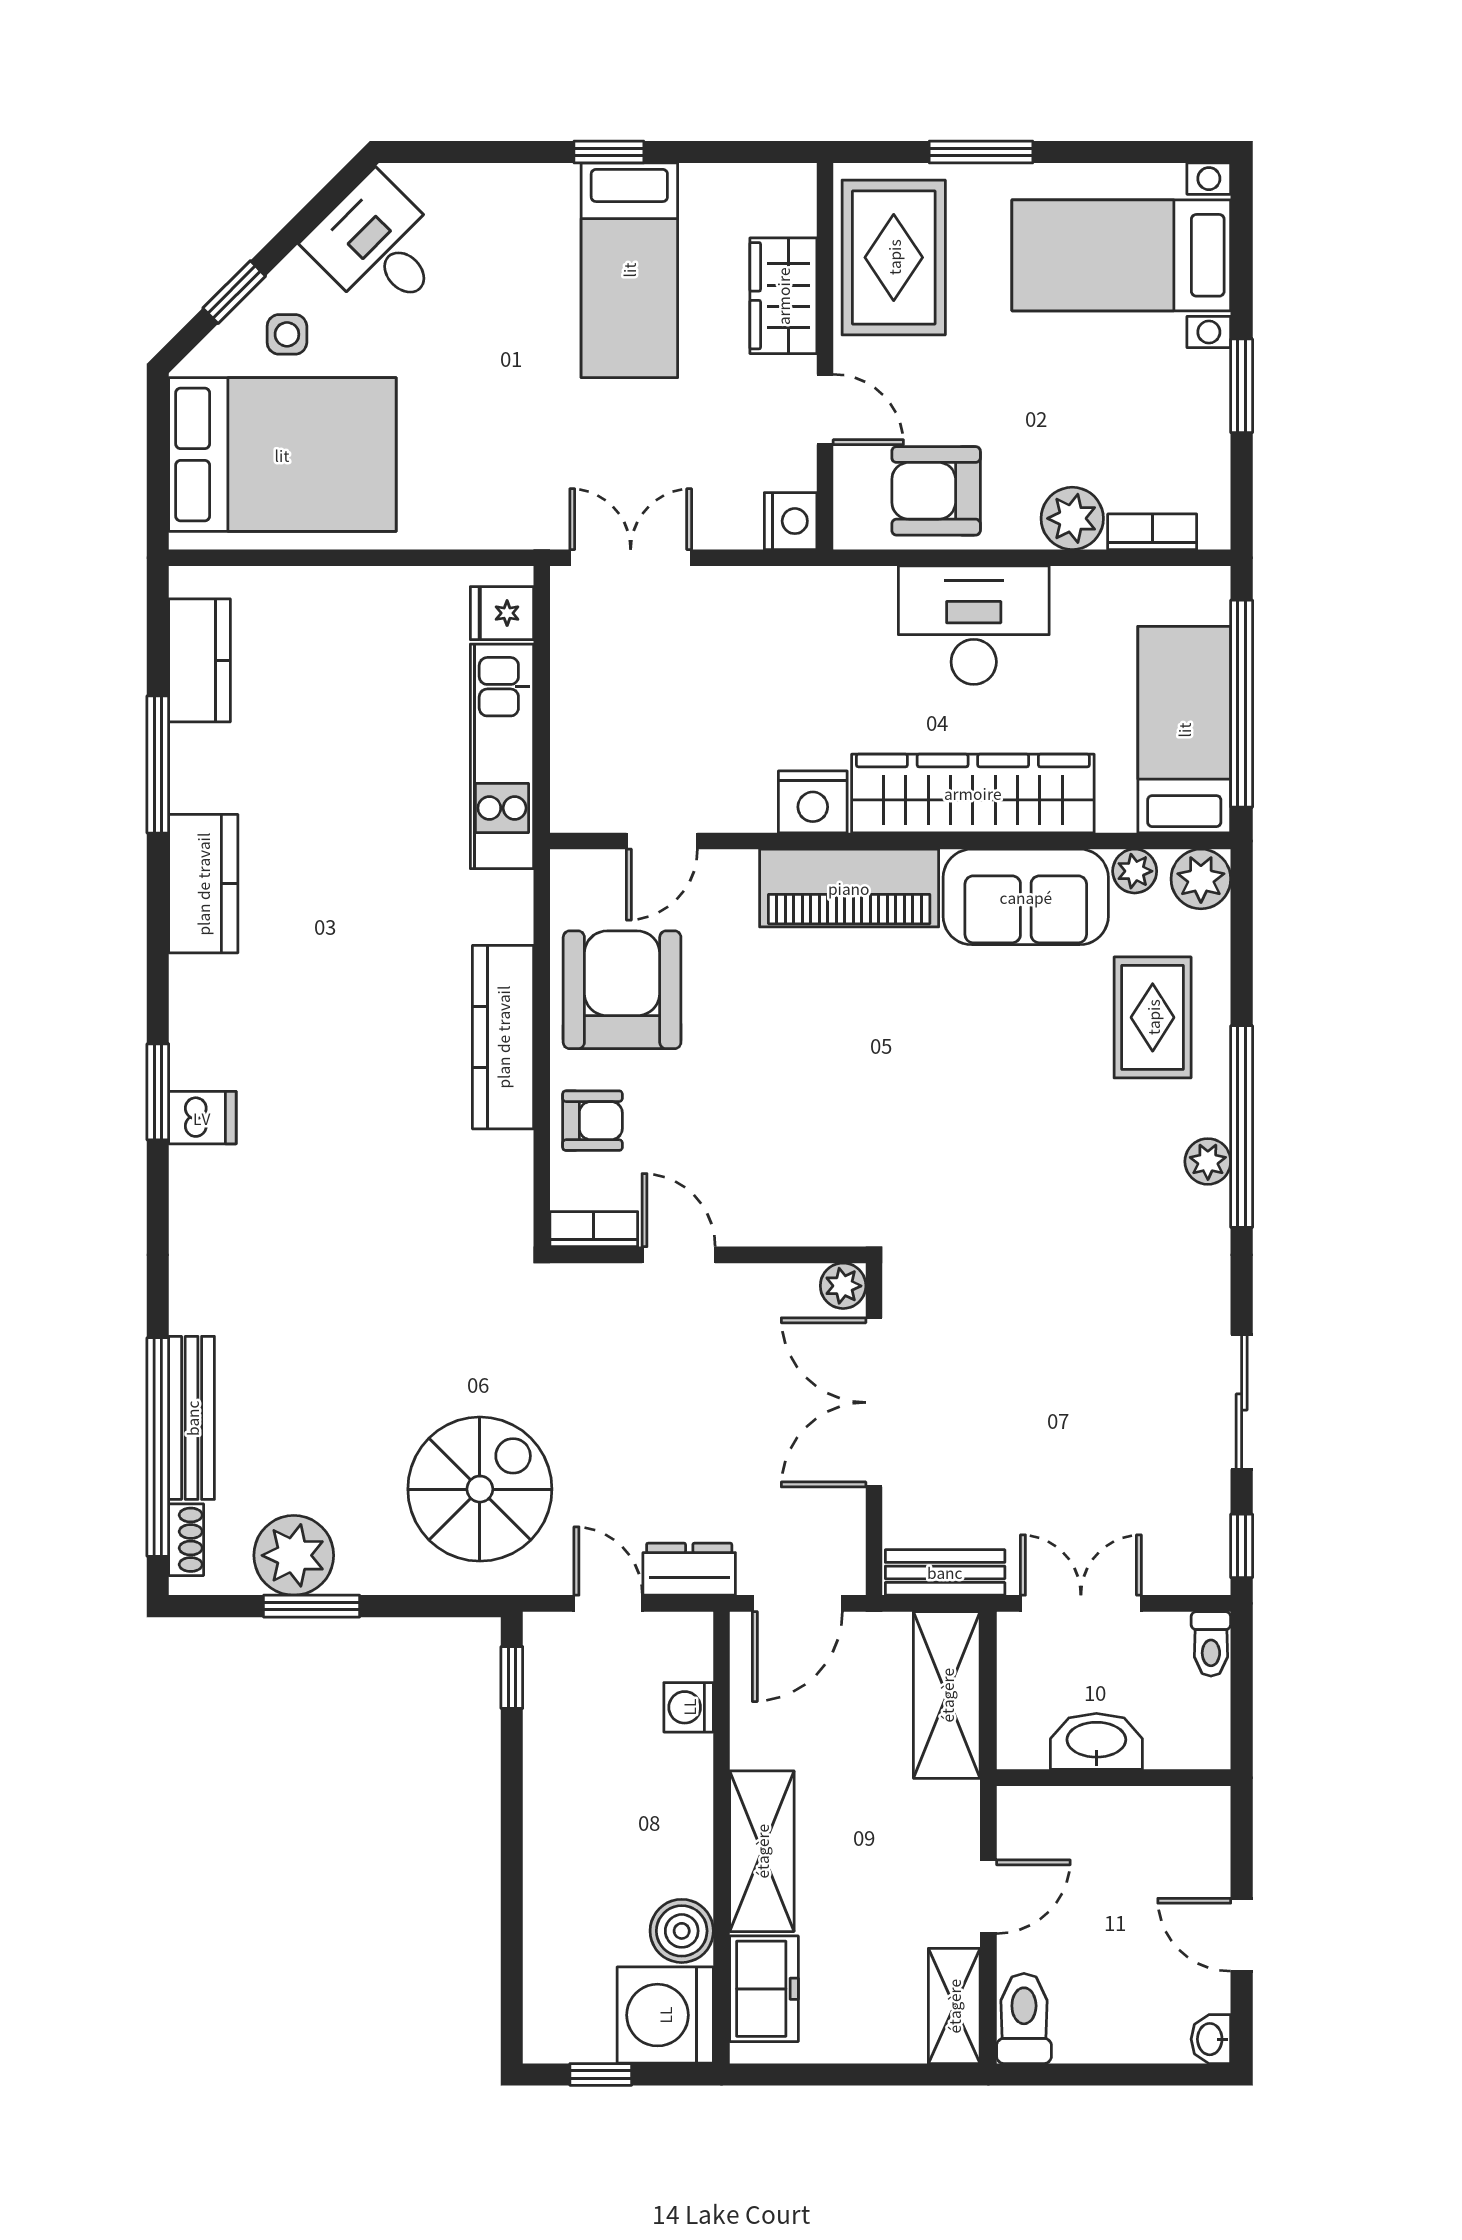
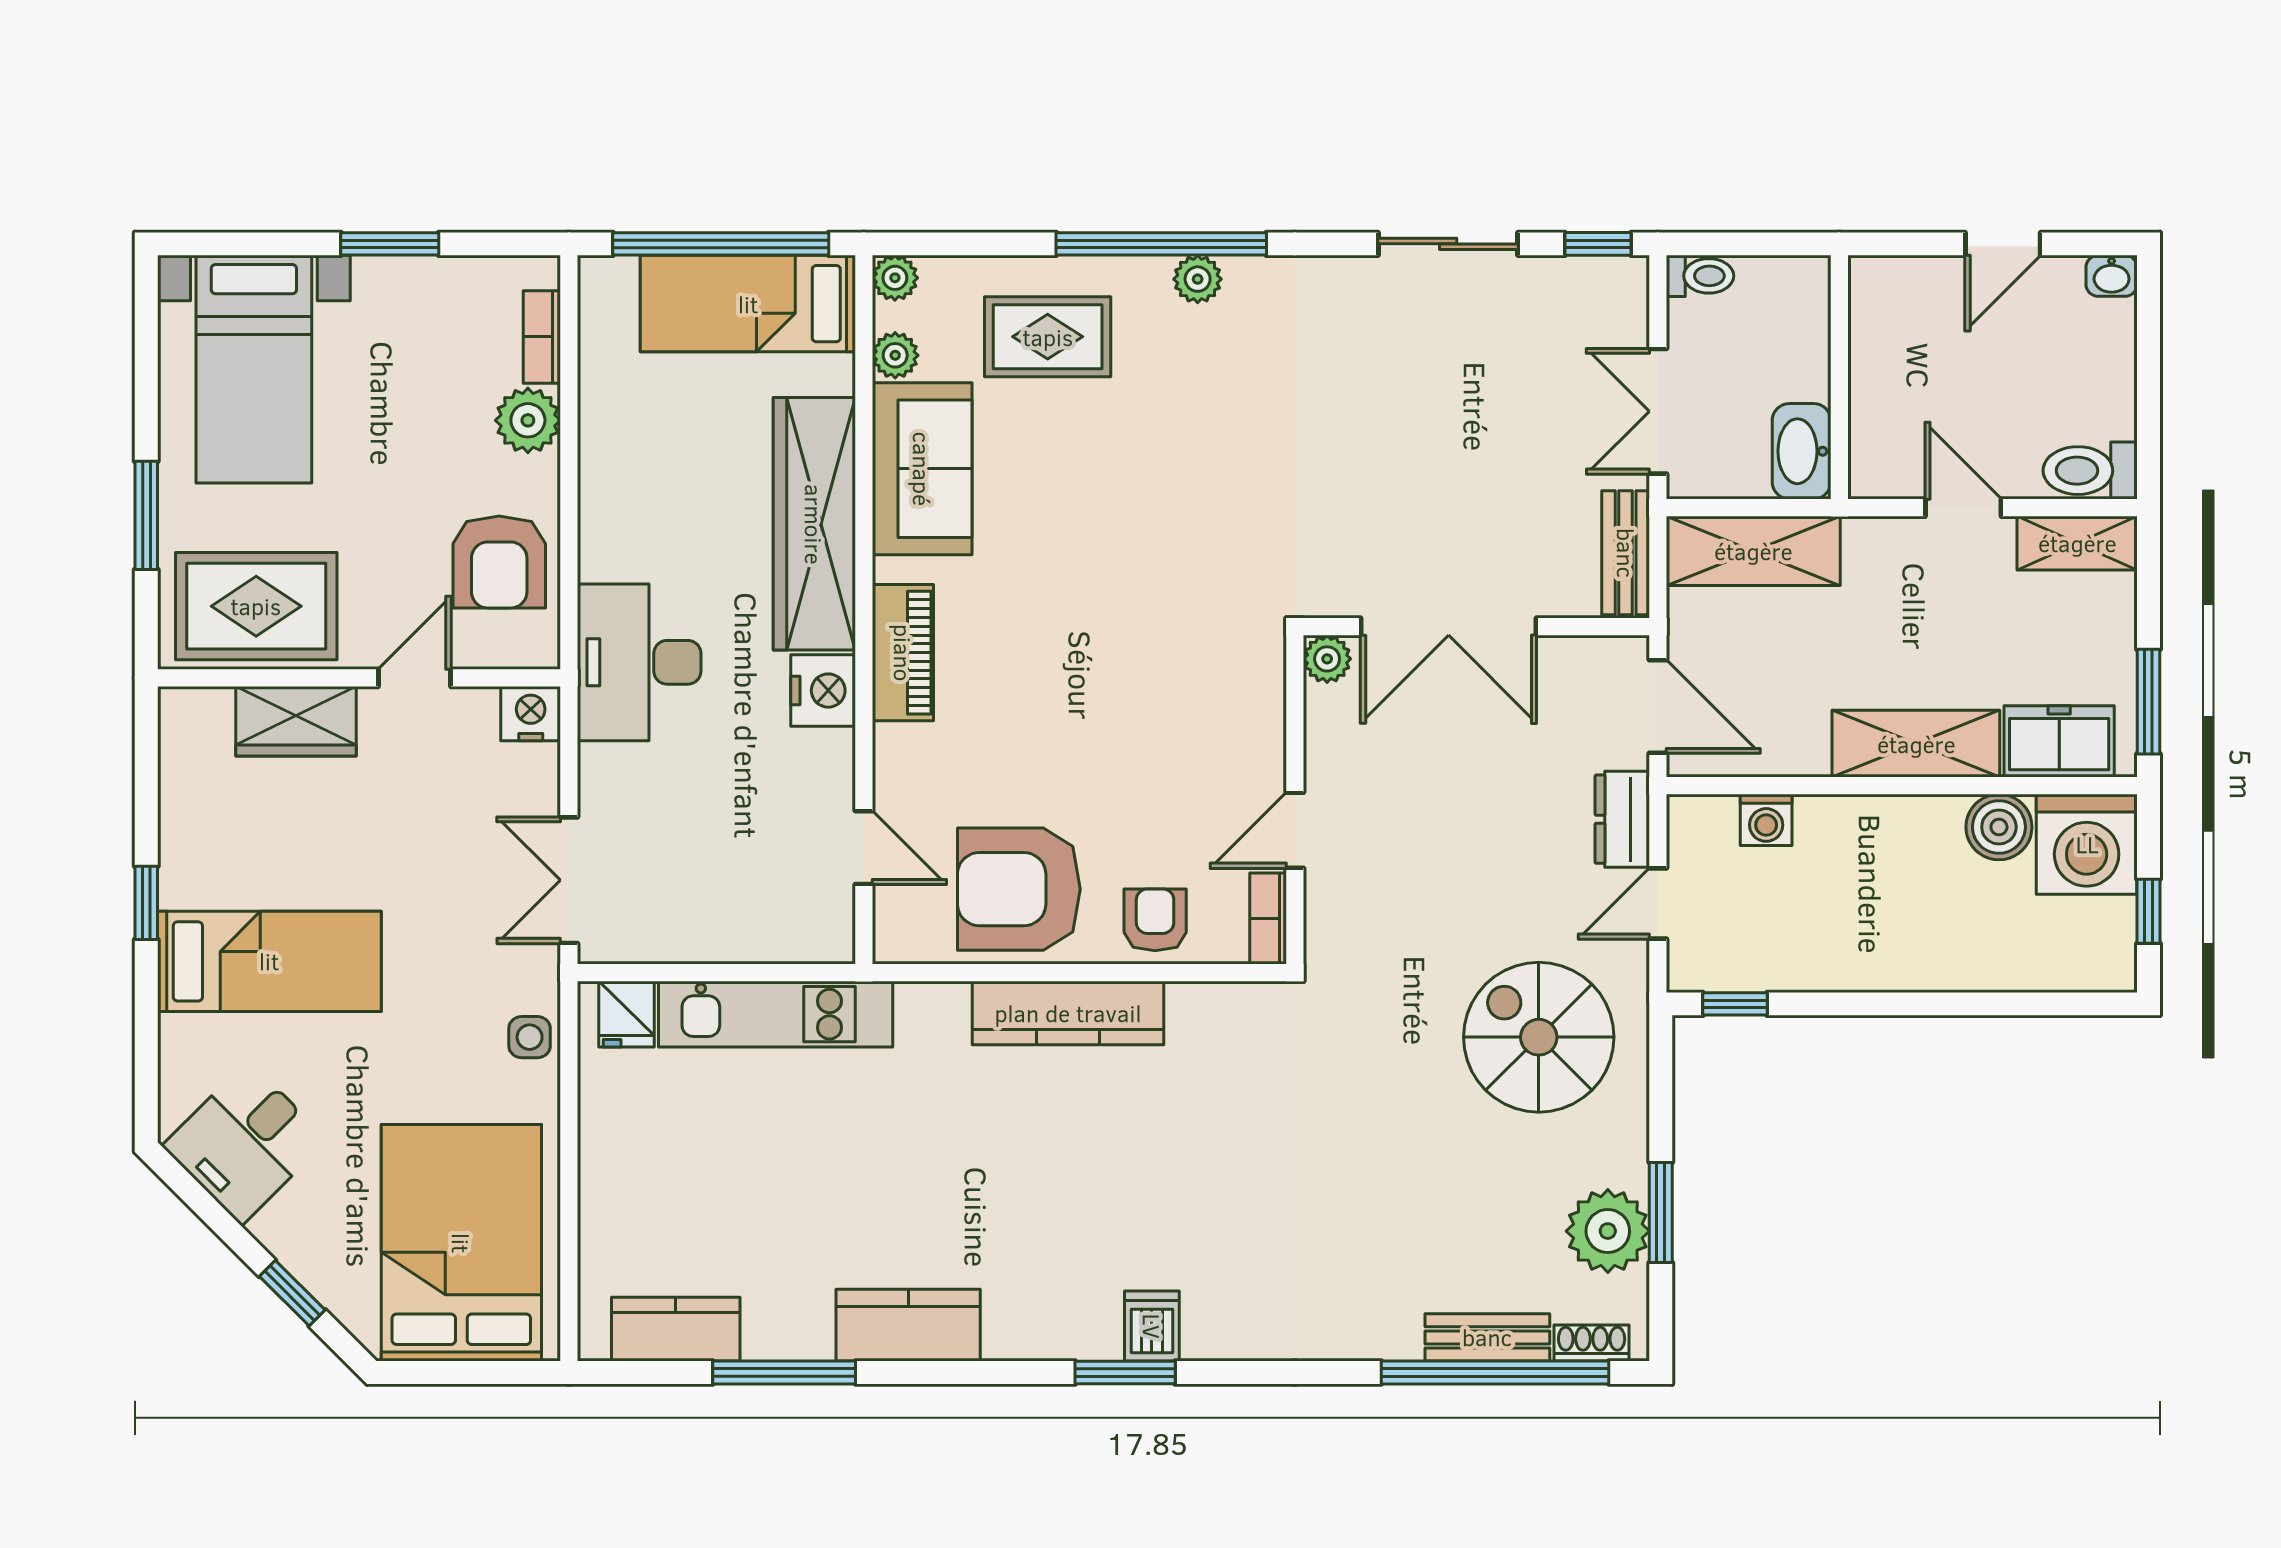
bed: (629, 270) -> (269, 961), moved
side table: (287, 334) -> (530, 1037), moved
desk: (974, 625) -> (639, 662), moved
plant: (1201, 879) -> (895, 278), width x0.73, depth x0.73
piano: (849, 888) -> (903, 653), width x0.73, depth x0.75
bench: (192, 1418) -> (1487, 1337), width x0.73
washbasin: (1096, 1741) -> (1802, 451), moved
window: (802, 2074) -> (2148, 702), added

